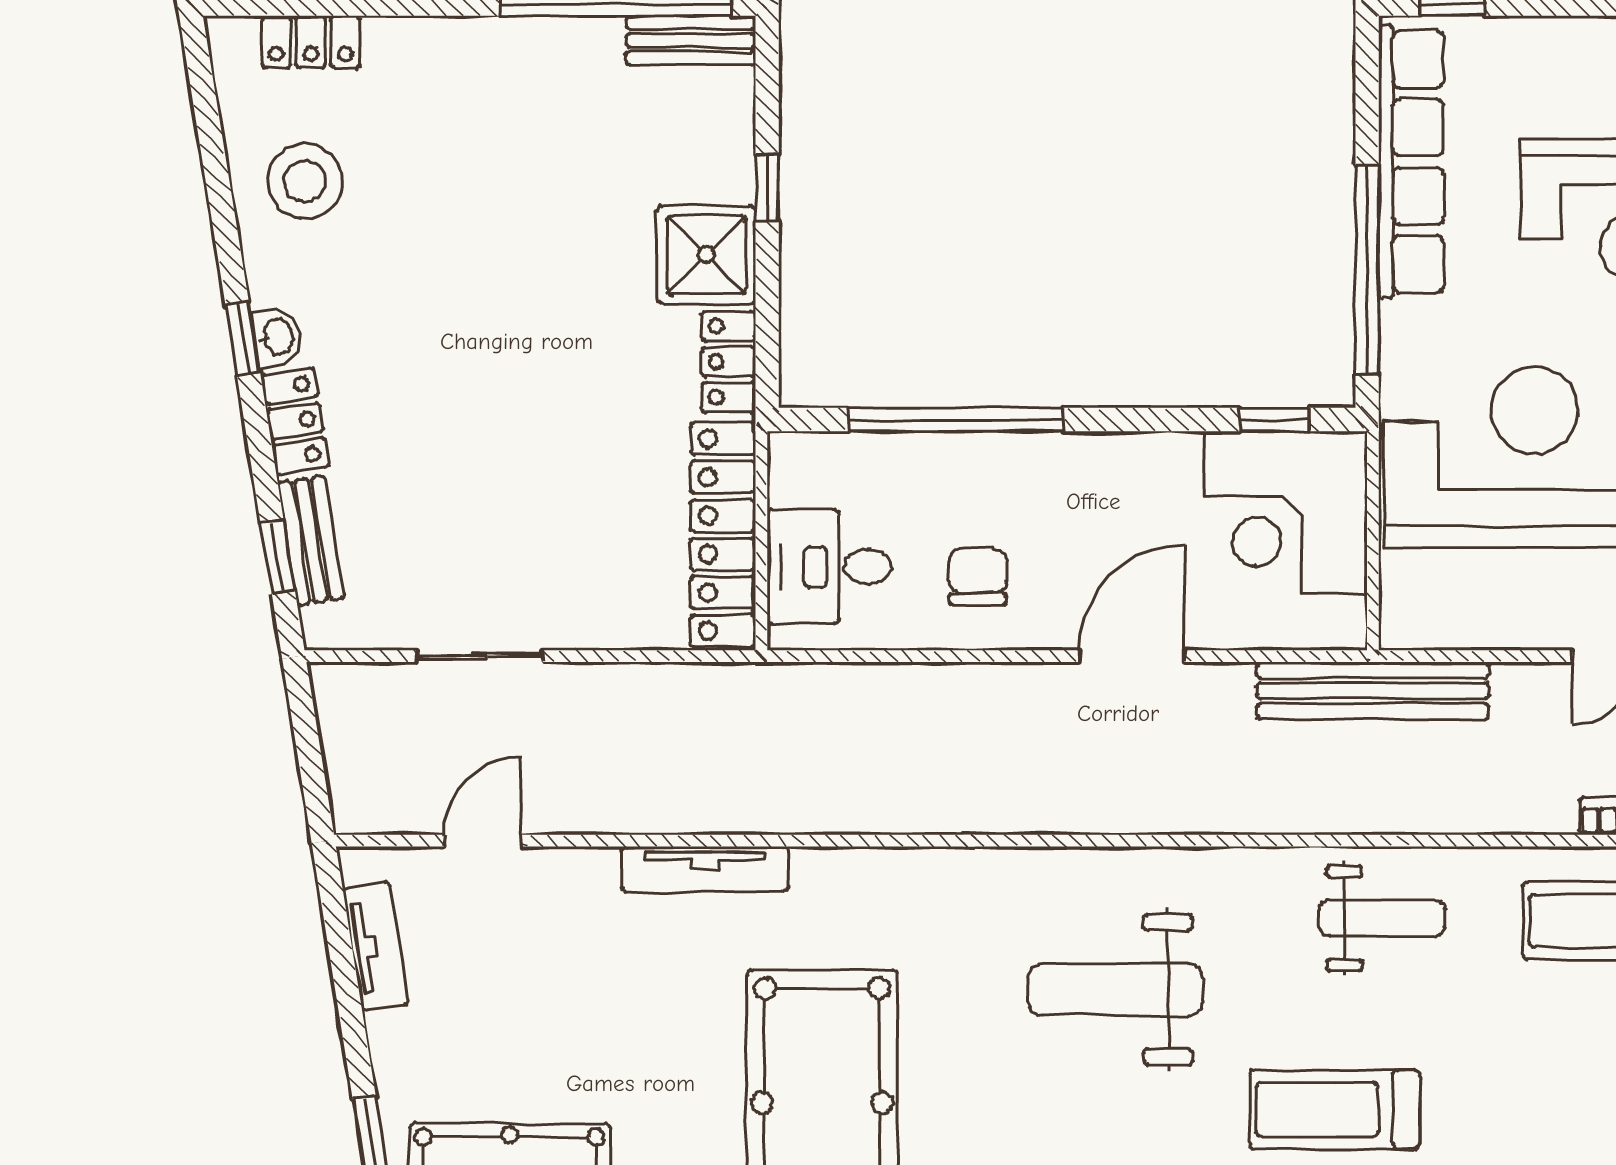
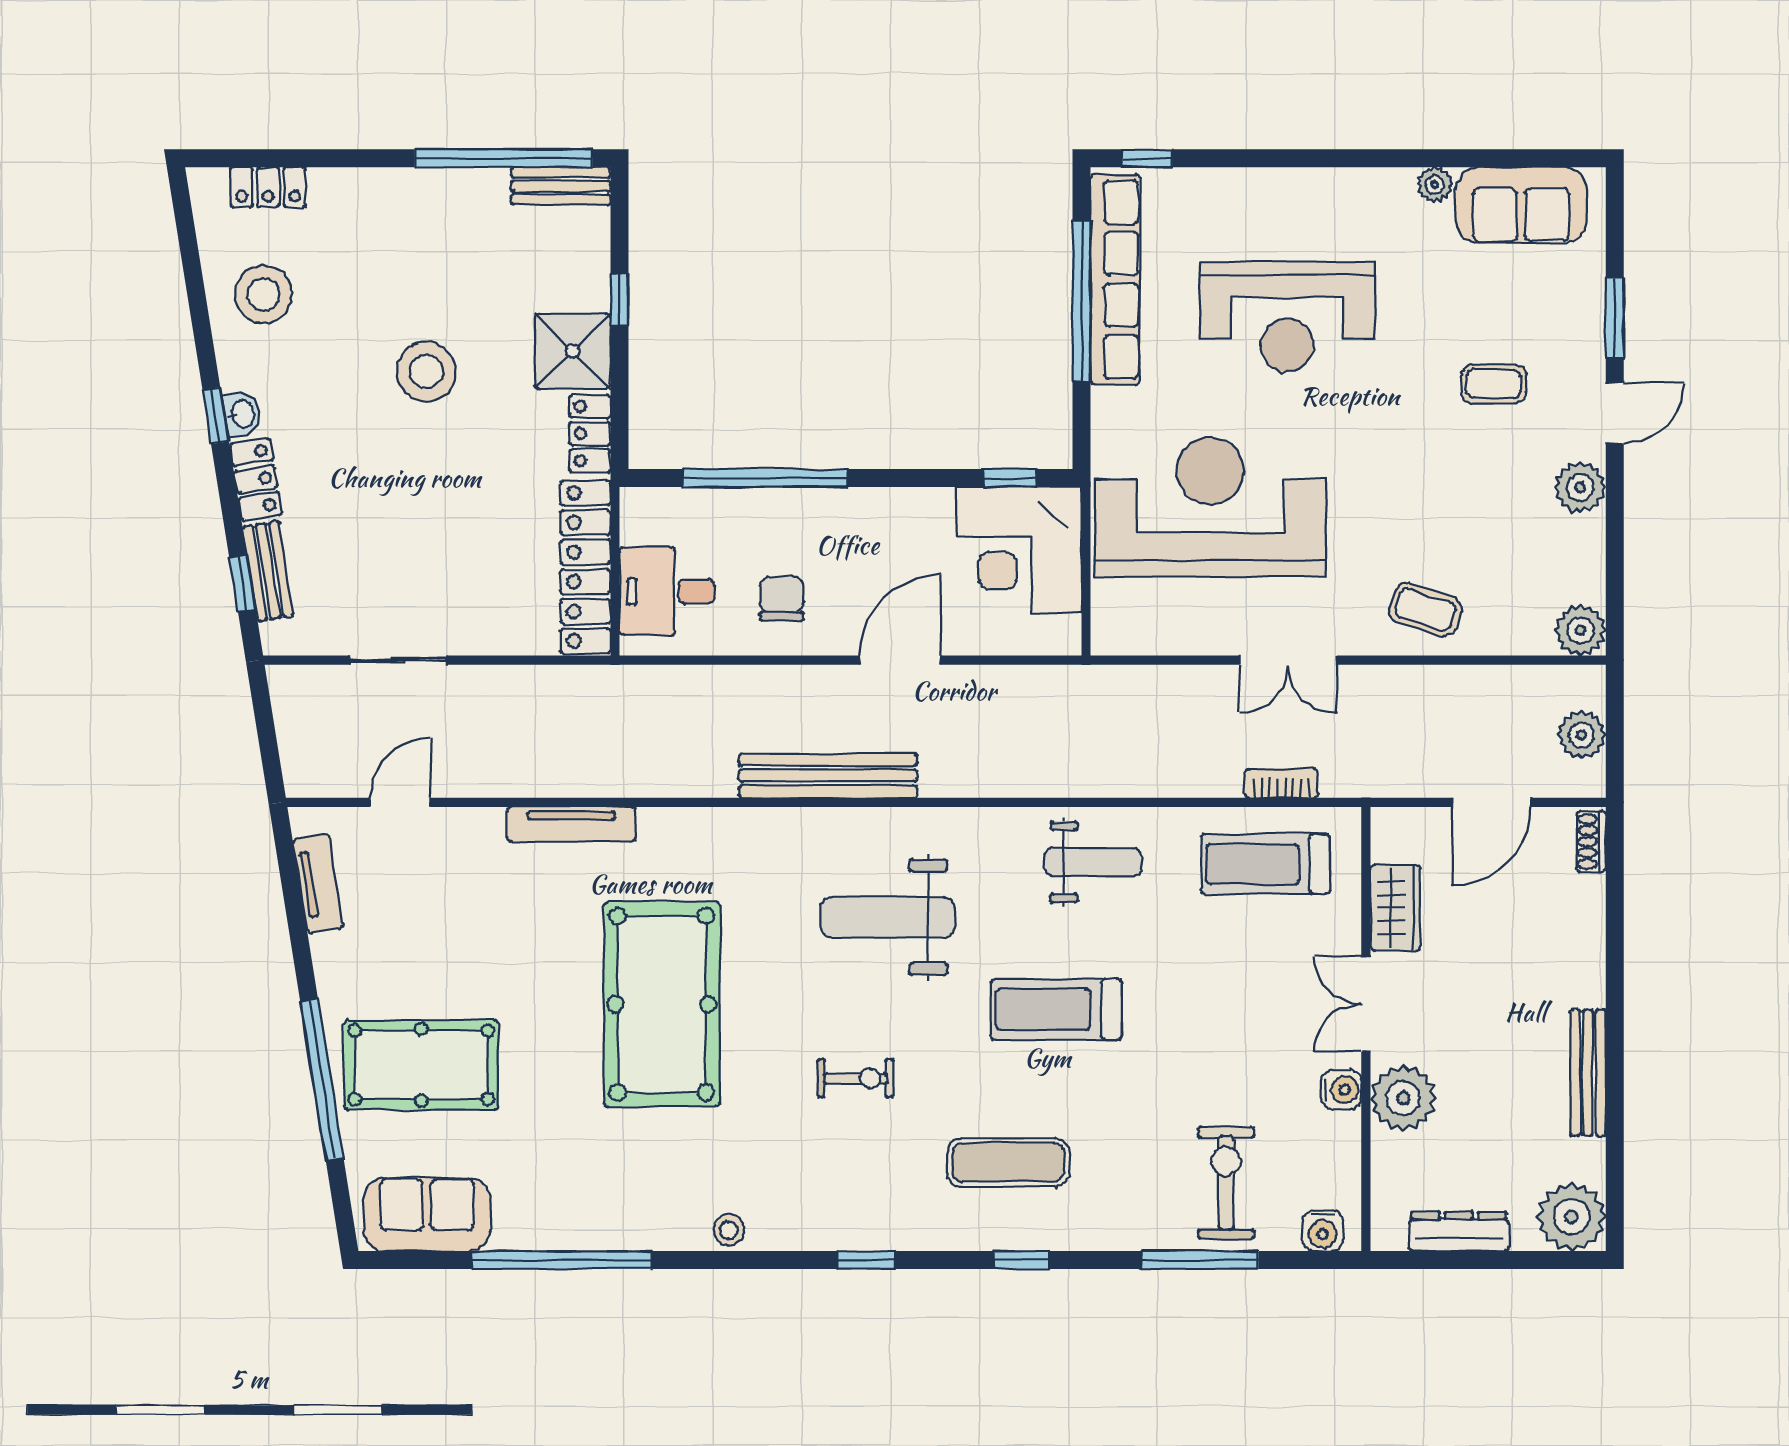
window: (1367, 270) -> (1082, 301), moved
stool: (516, 281) -> (426, 372), added
bench: (1373, 691) -> (828, 776), moved

